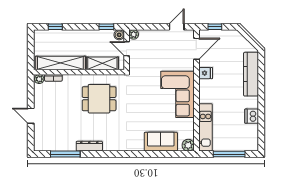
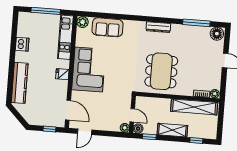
door: (196, 49) -> (68, 110), swing flipped
shelving: (102, 63) -> (172, 130), moved
fridge: (206, 73) -> (62, 74), moved
dining table: (99, 99) -> (161, 71), width x1.38
floor lamp: (42, 144) -> (217, 34), added
dresser: (89, 146) -> (158, 27), moved

